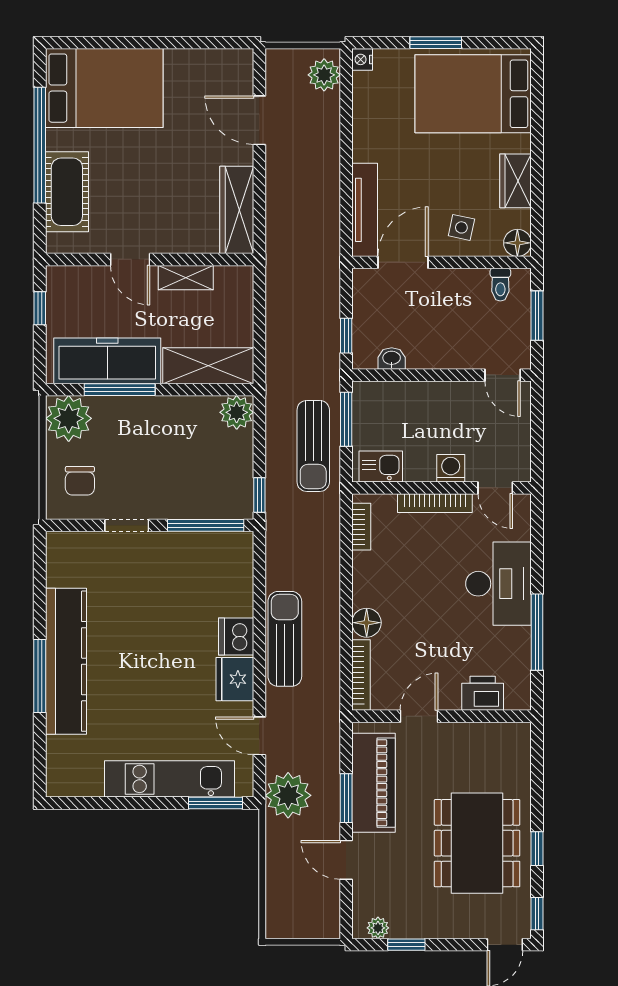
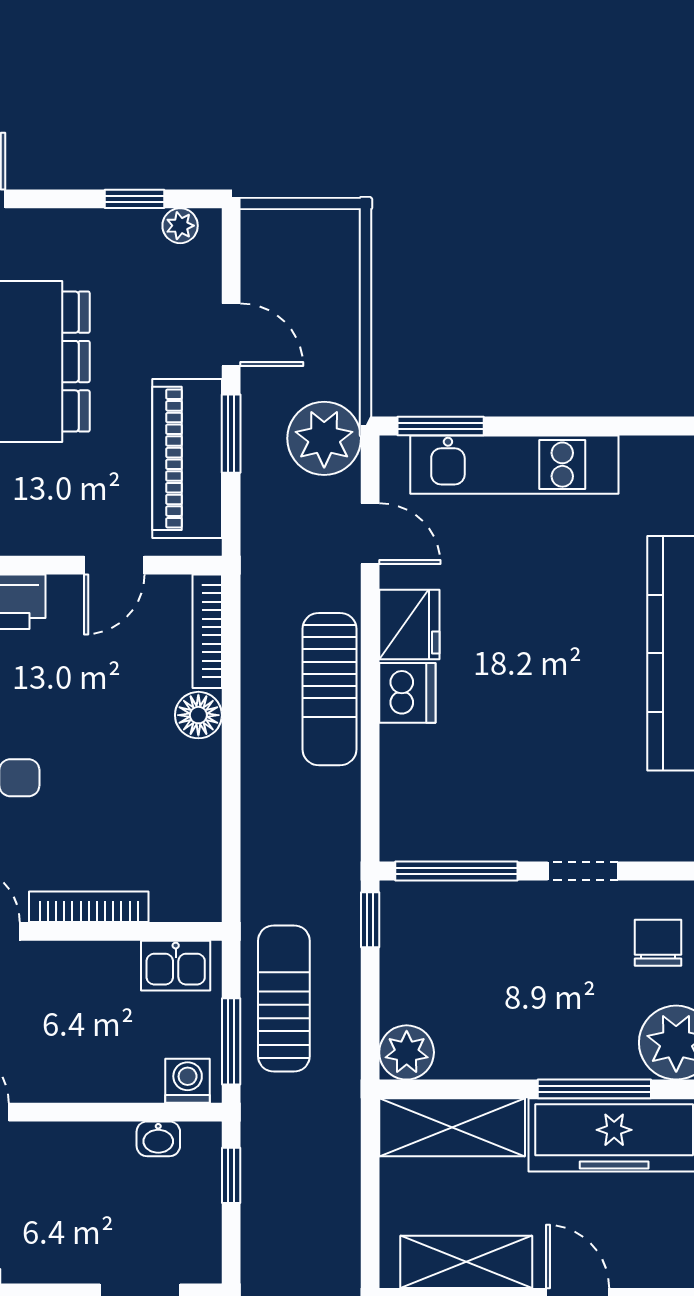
shelving: (186, 278) -> (466, 1262), width x1.50, depth x1.33
washing machine: (451, 468) -> (188, 1081), moved, turned 180
bookcase: (361, 527) -> (207, 869), removed

